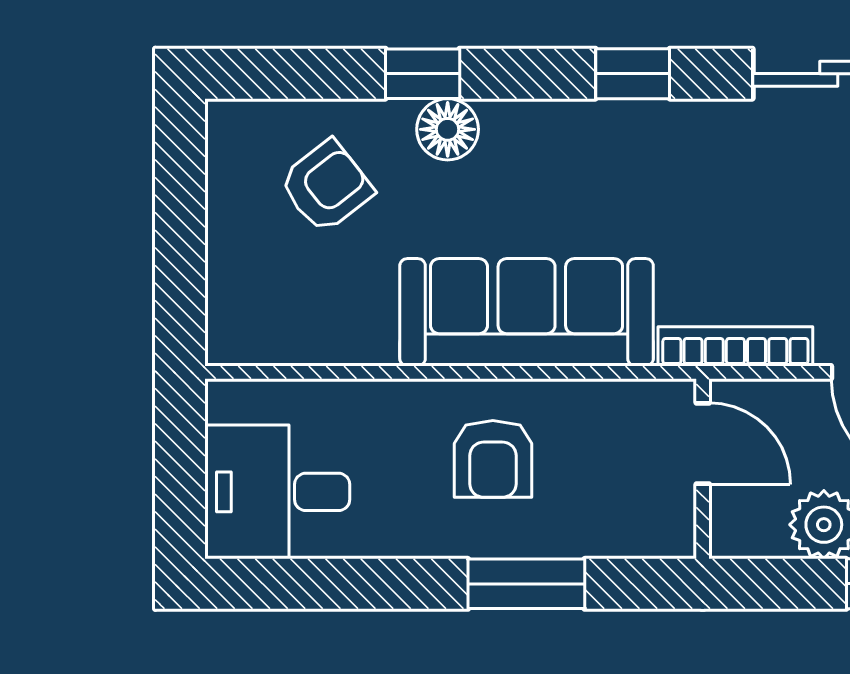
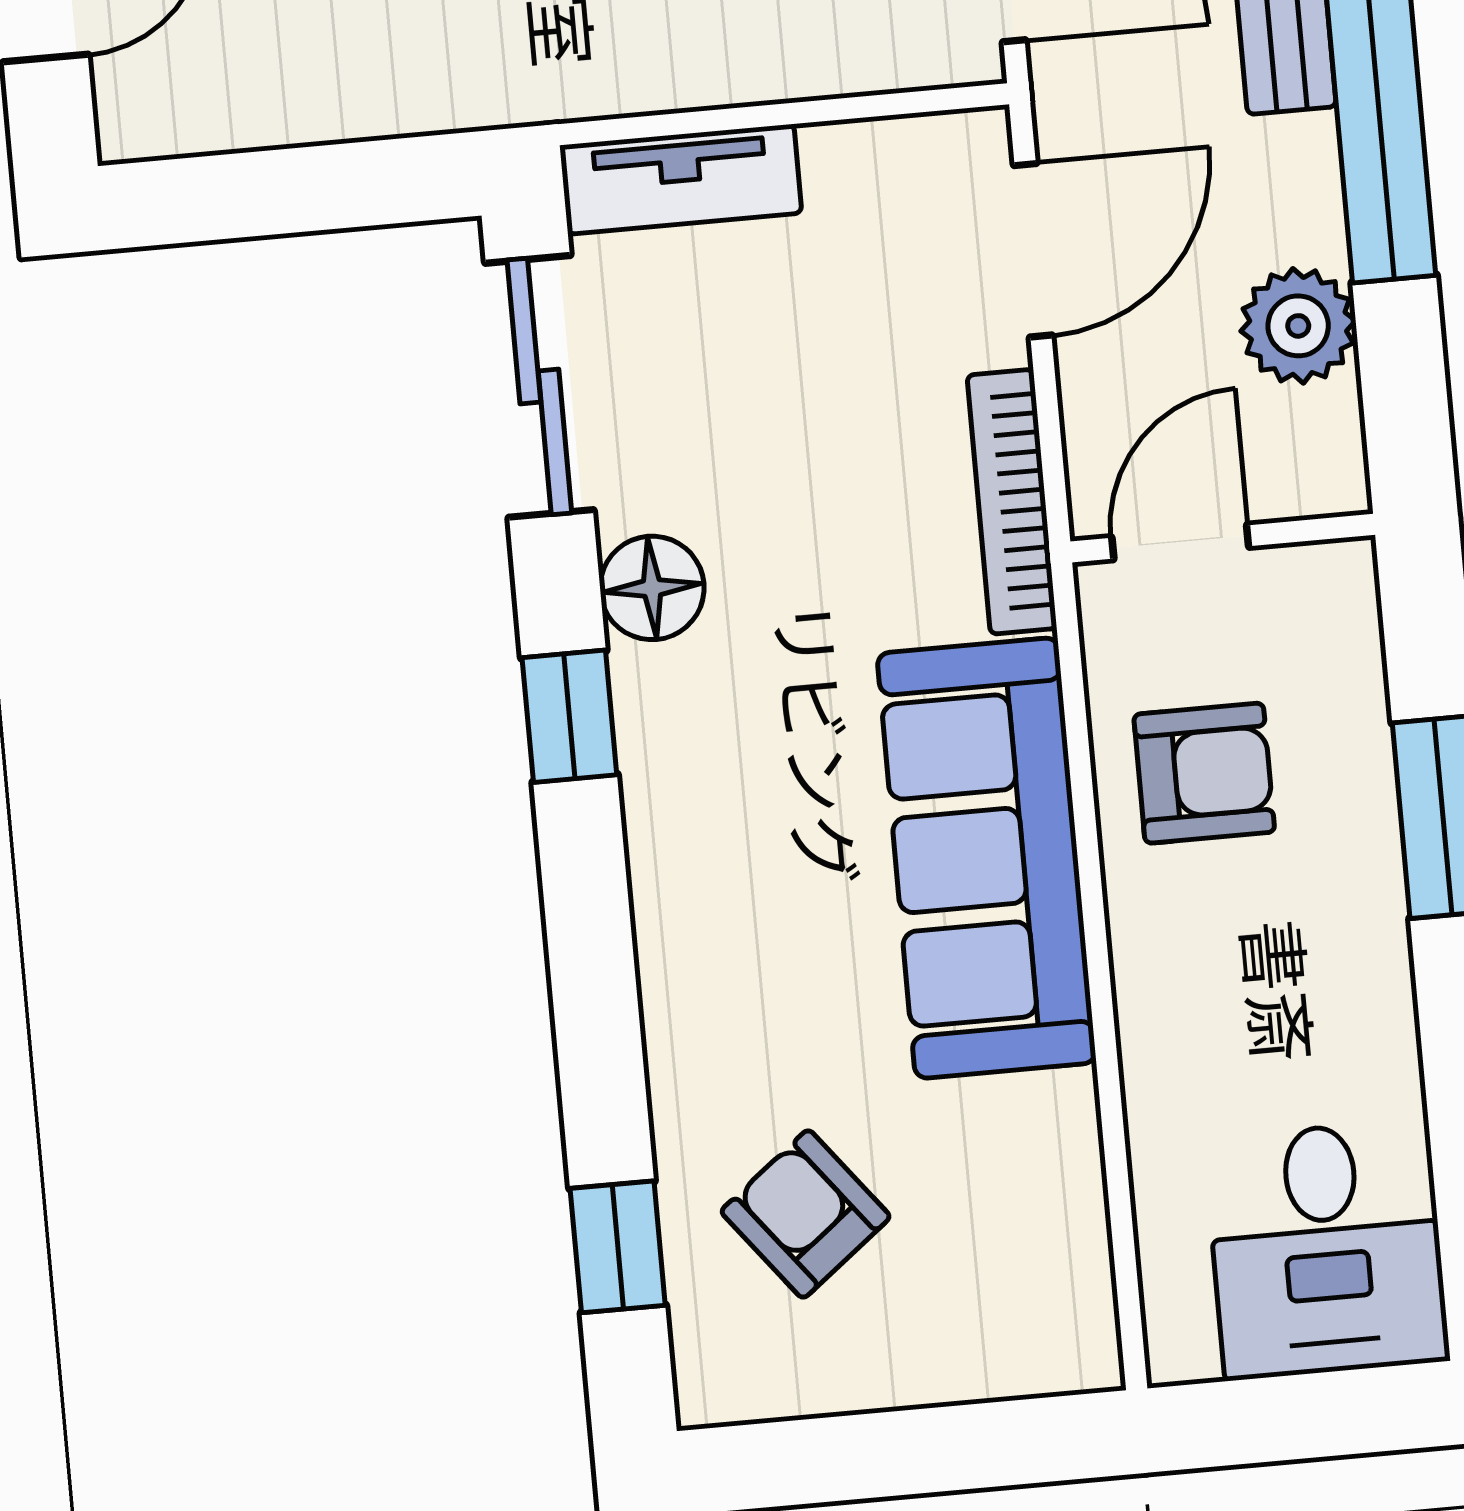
window: (423, 74) -> (618, 1247), moved
floor lamp: (448, 129) -> (652, 588), moved
armchair: (493, 459) -> (1204, 773), moved

